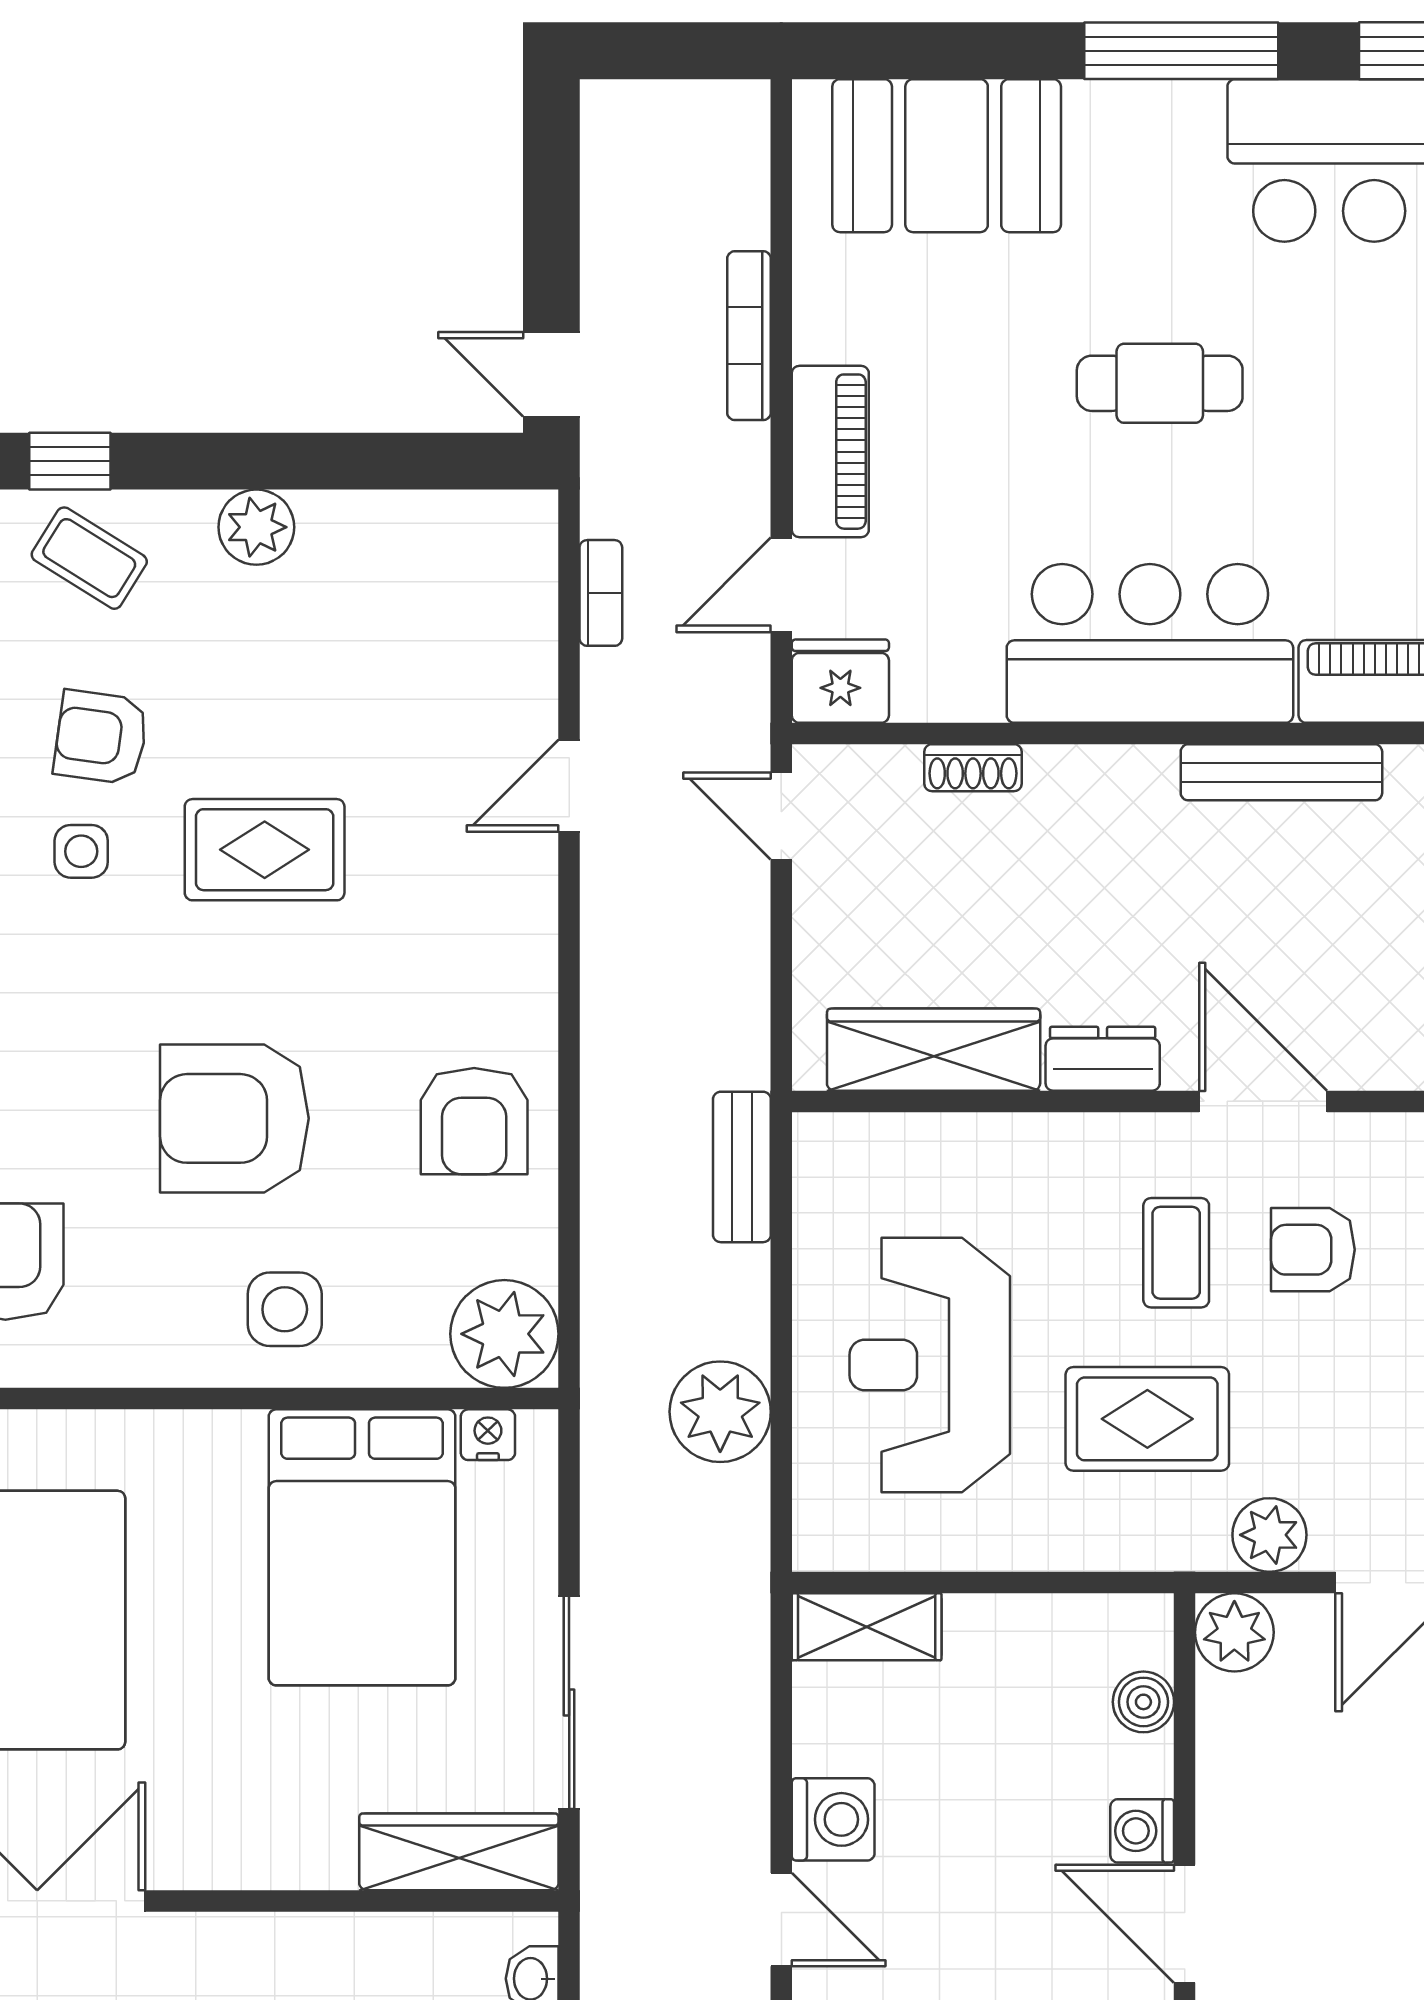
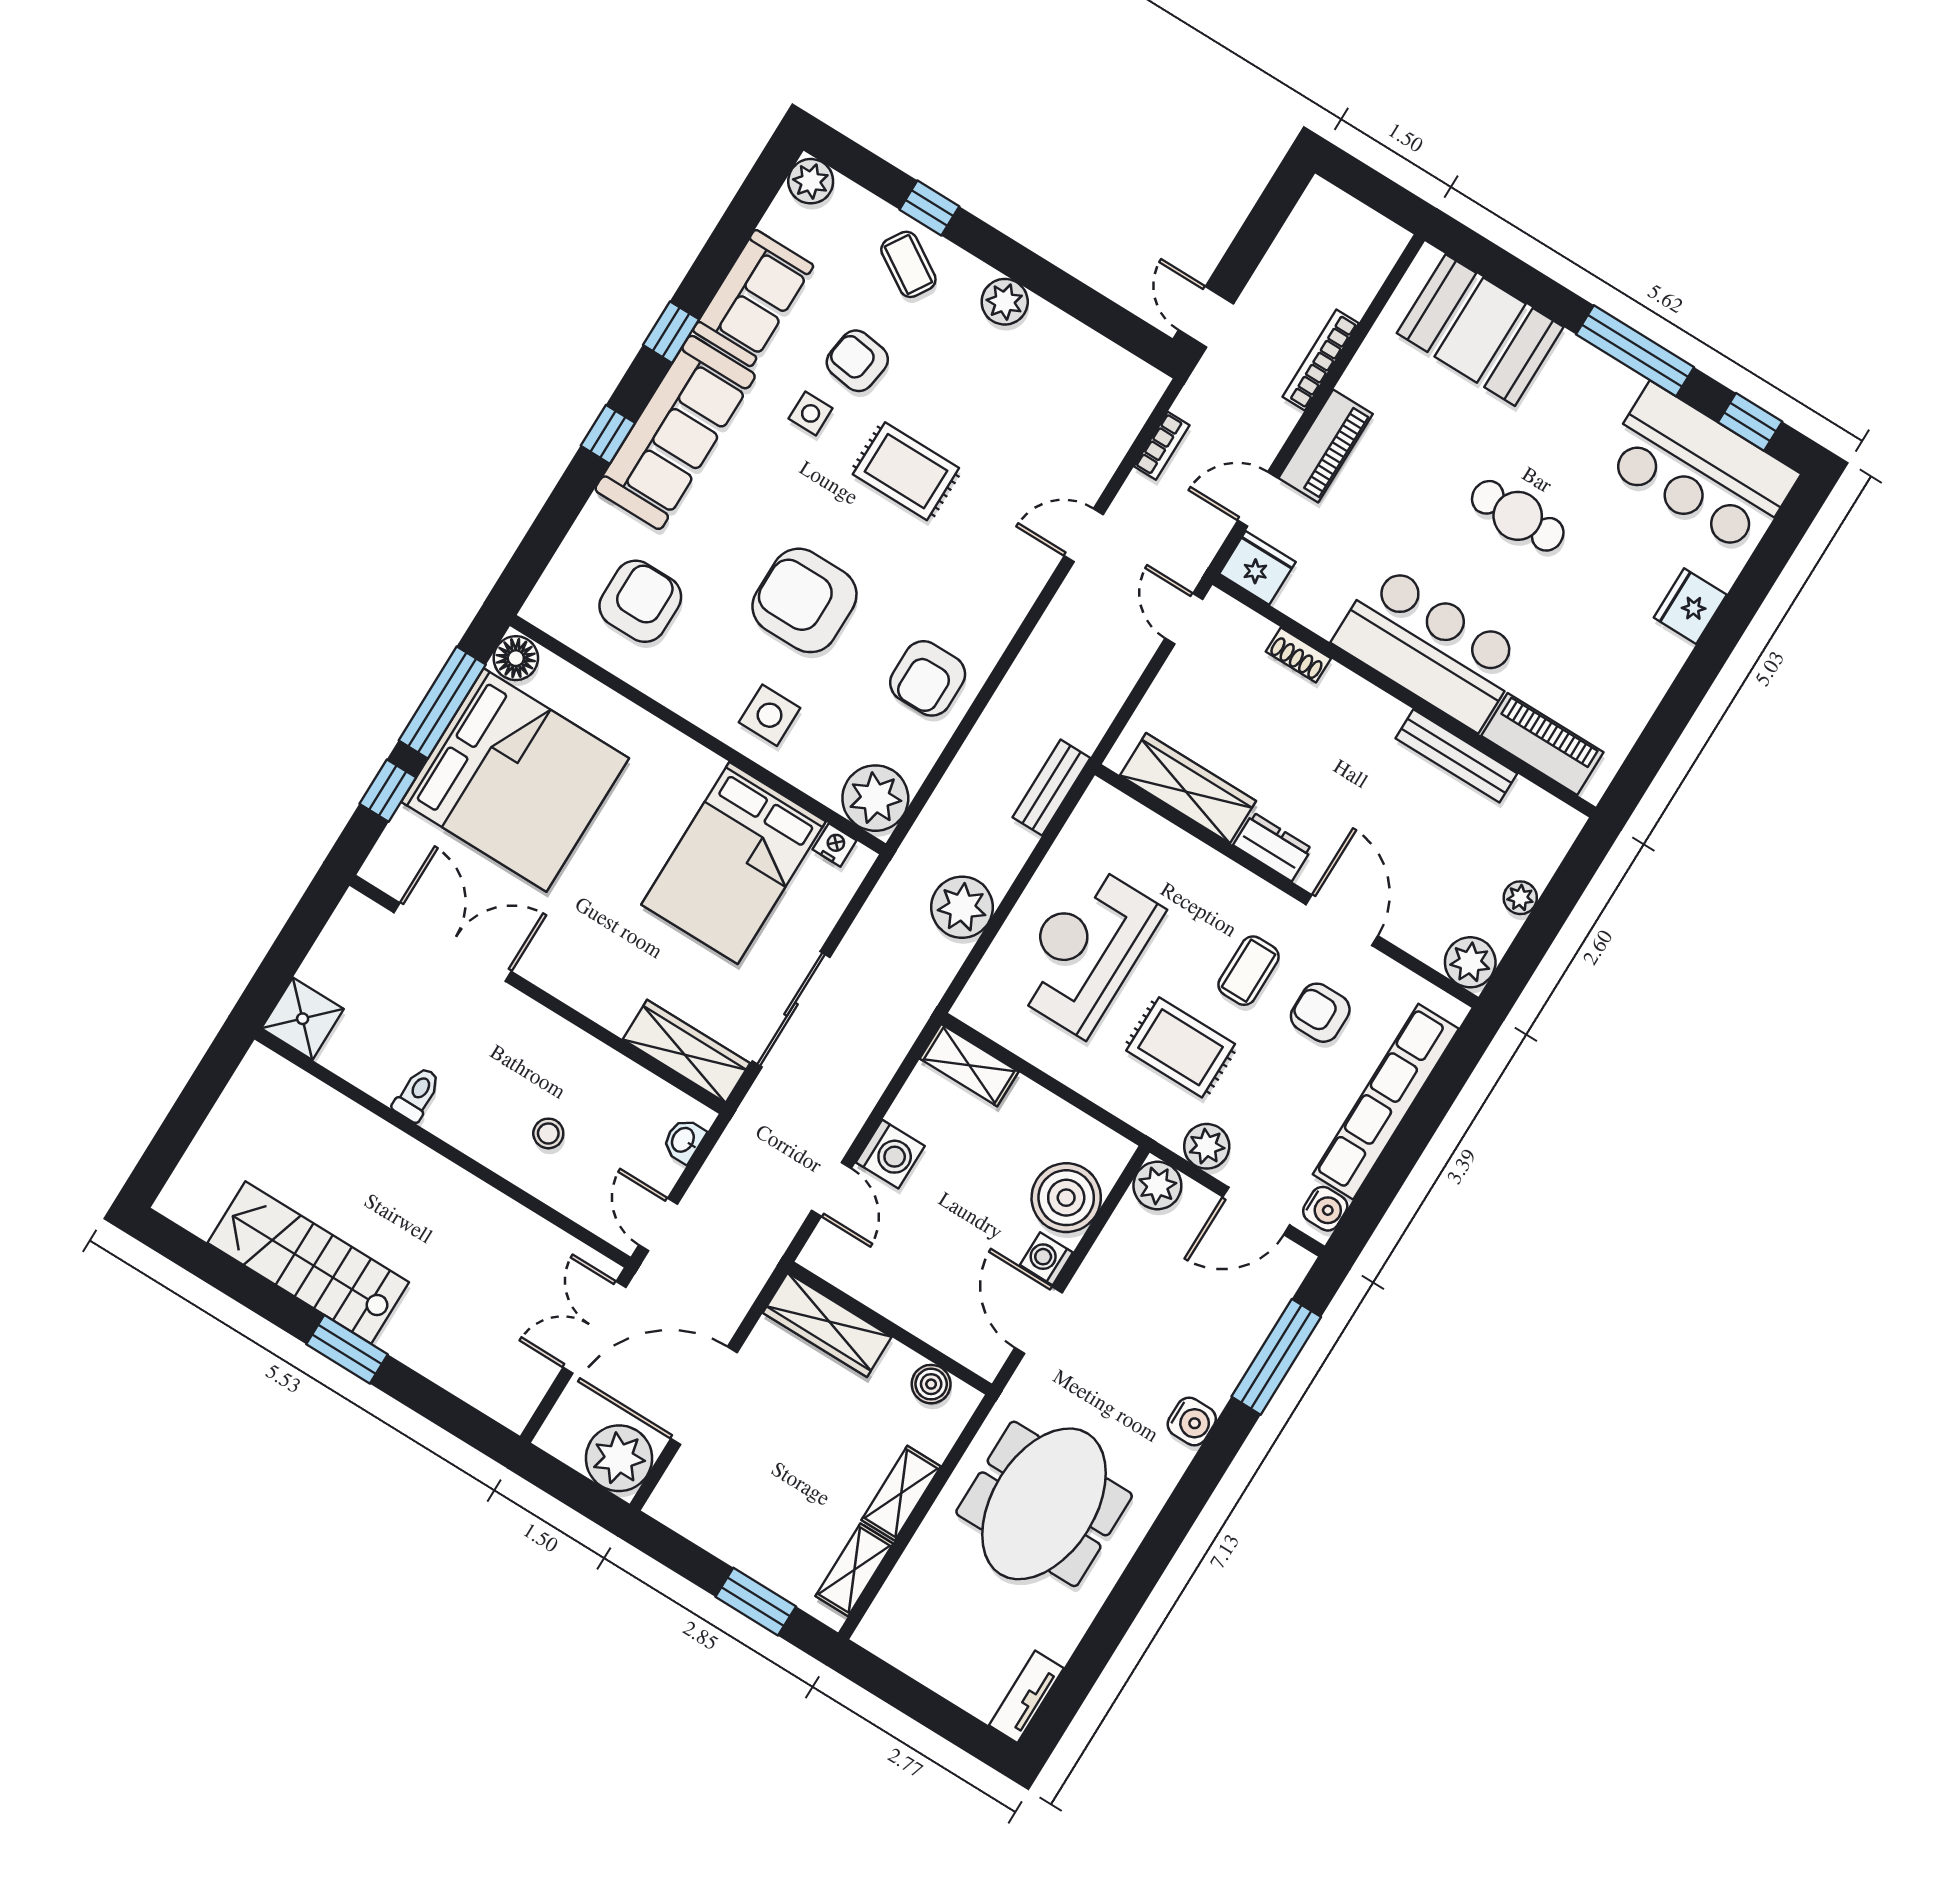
boiler: (1143, 1702) -> (1066, 1198), width x1.86, depth x1.86

